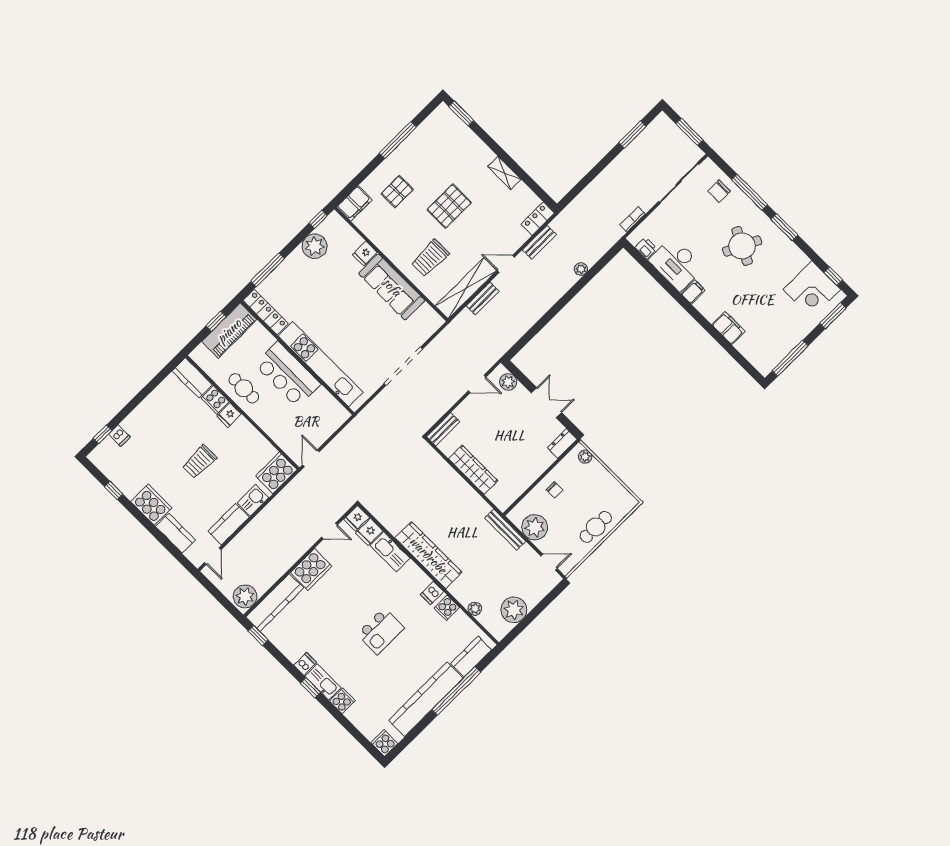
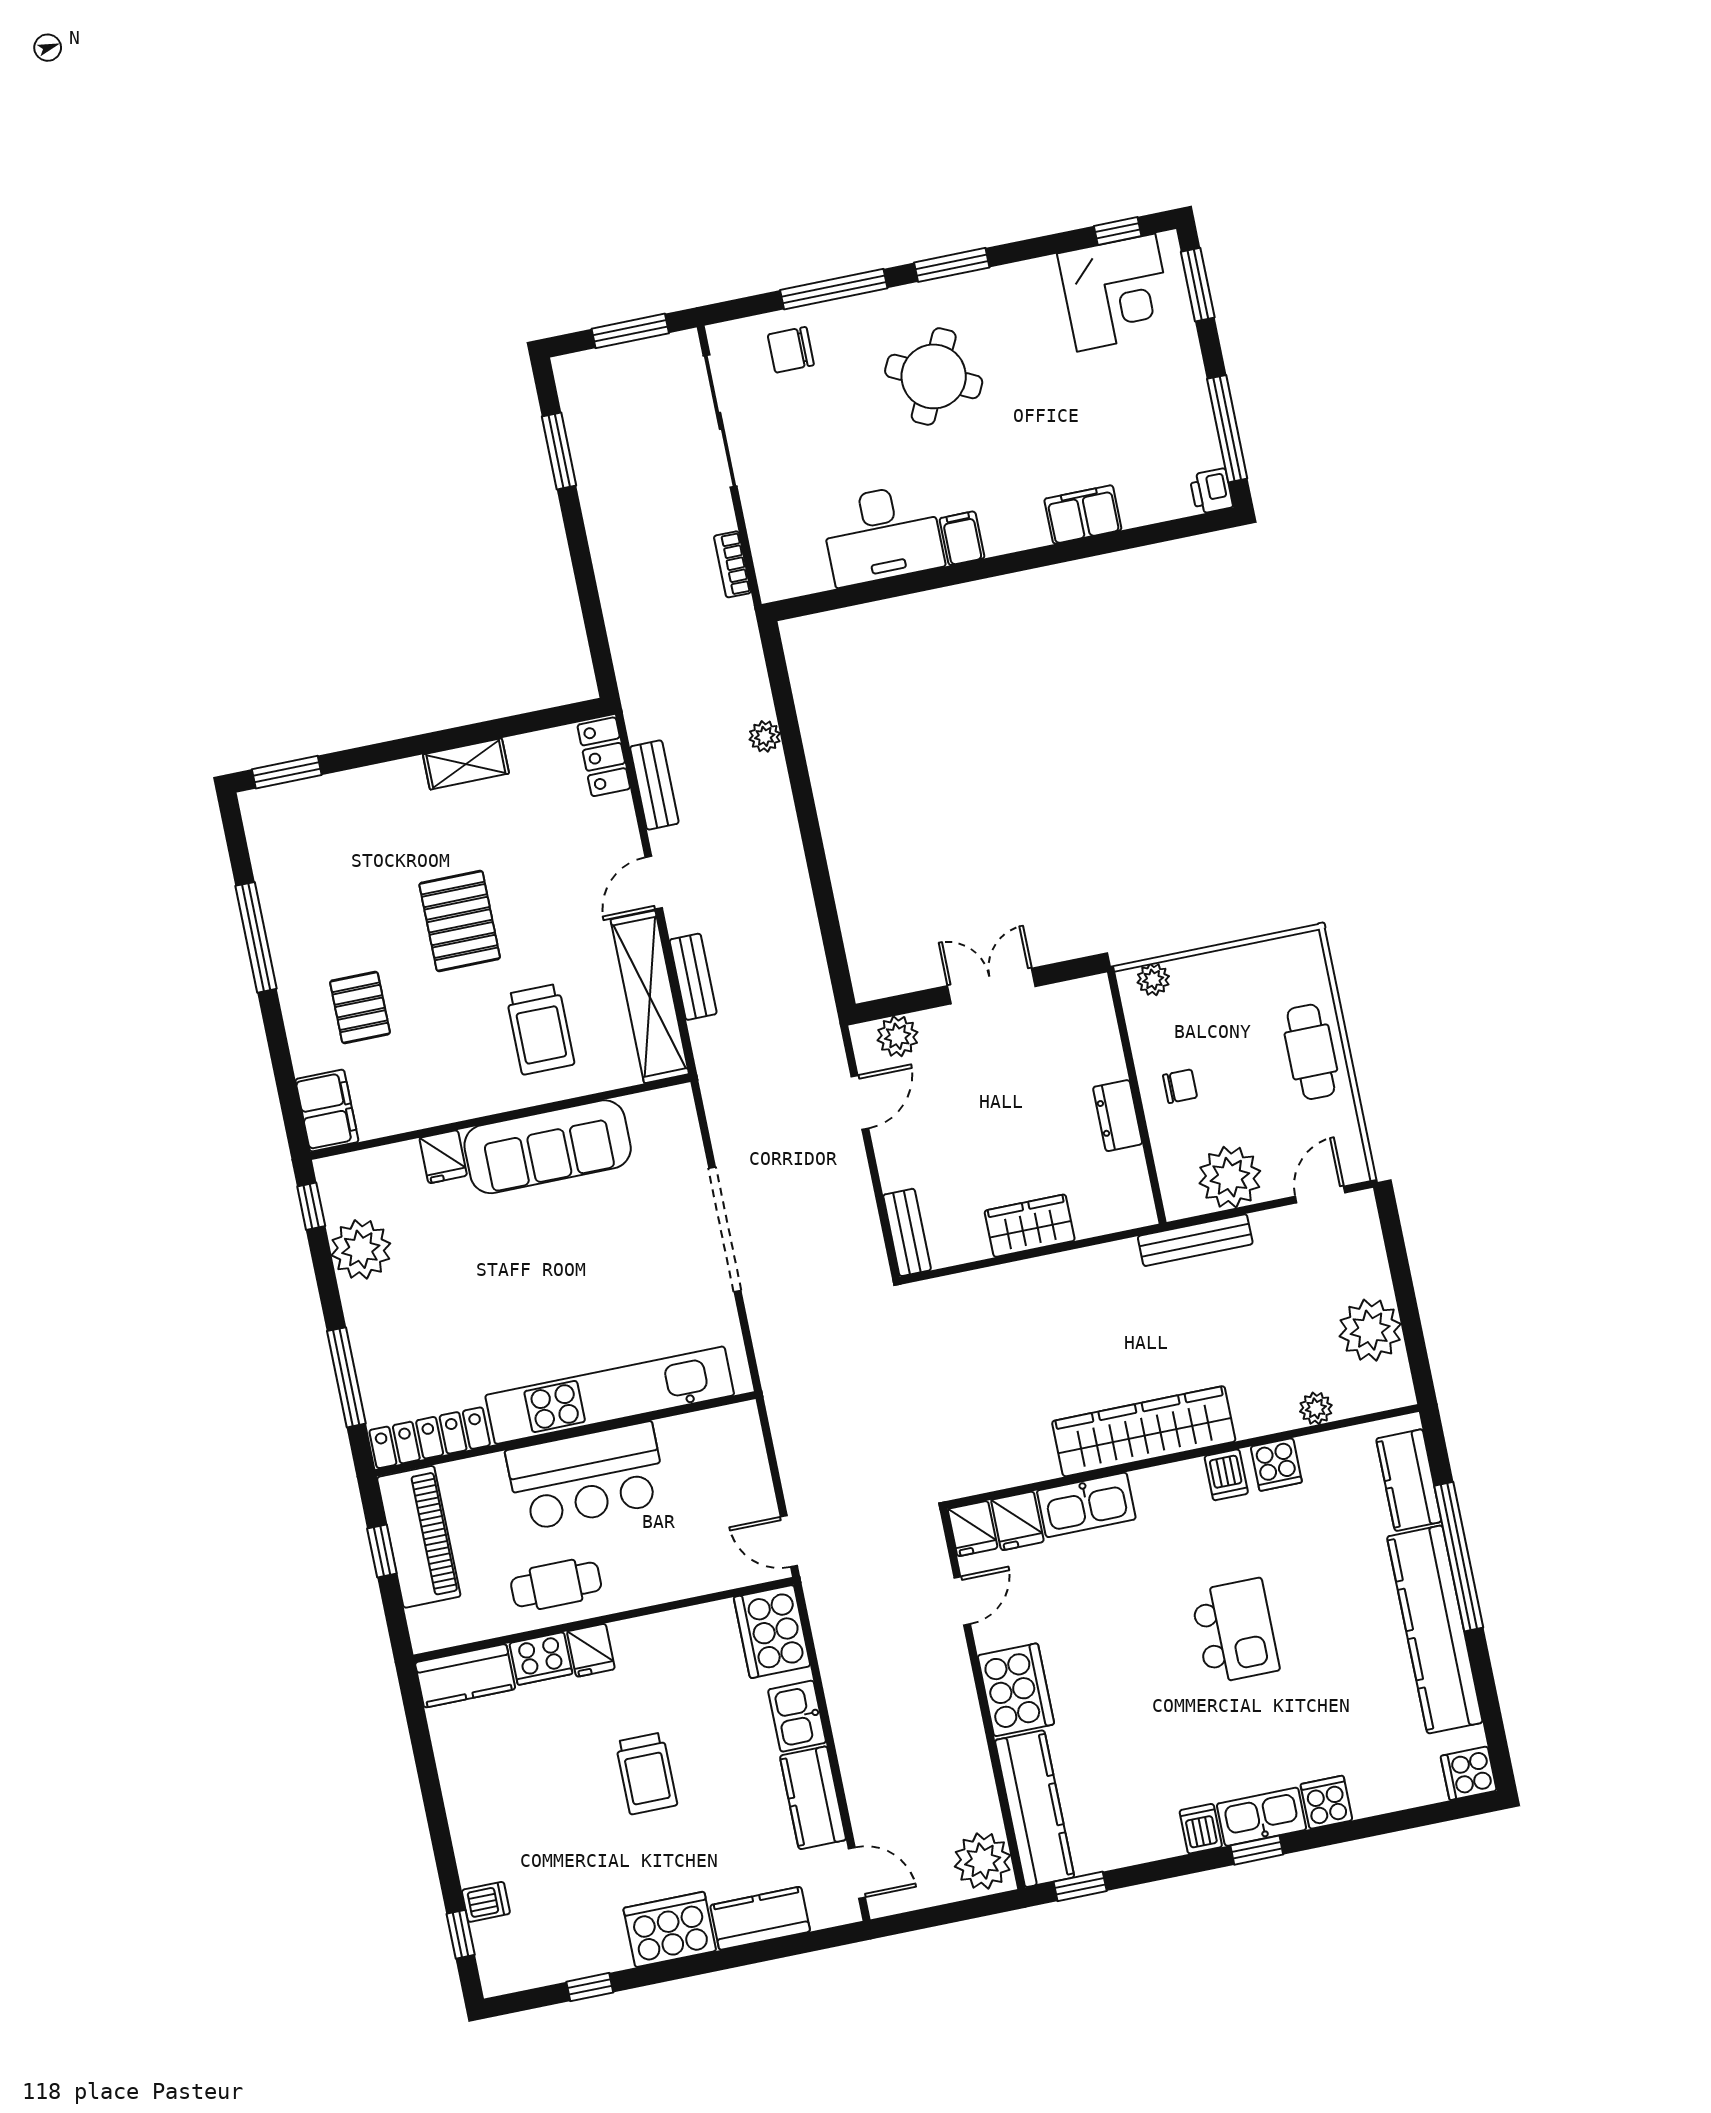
chair: (719, 191) -> (791, 350), turned 90
printer: (646, 248) -> (1211, 491), moved, turned -90
dresser: (562, 443) -> (1118, 1116), moved
wardrobe: (473, 470) -> (1030, 1226), width x0.67

